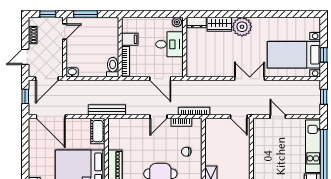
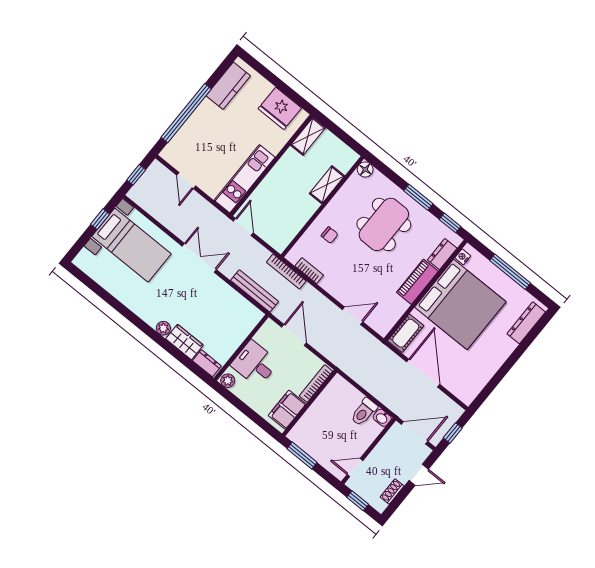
window: (86, 14) -> (302, 455), moved
plant: (242, 27) -> (163, 328), width x0.53, depth x0.53
filing cabinet: (130, 39) -> (287, 410), width x2.00
toilet: (113, 67) -> (364, 412), moved
double door: (250, 79) -> (199, 258), swing flipped
bench: (107, 110) -> (255, 291), moved
door: (51, 117) -> (423, 373), moved
door: (158, 117) -> (353, 316), moved
door: (278, 117) -> (186, 180), moved
kitchen unit: (313, 146) -> (245, 179), moved, turned 180

